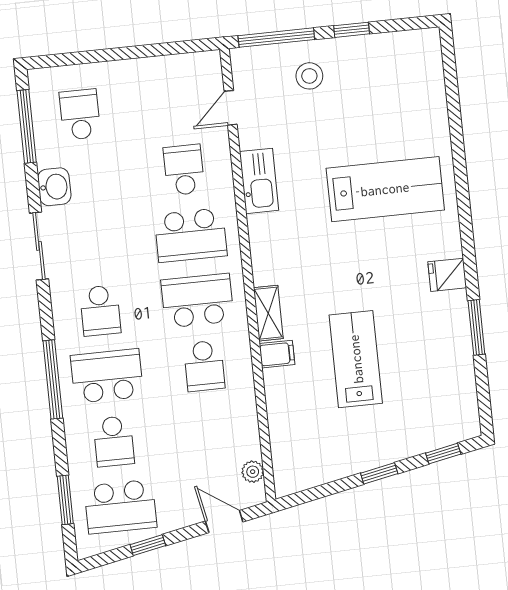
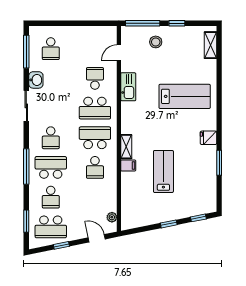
shelving: (431, 71) -> (210, 45), added
school desk: (80, 115) -> (51, 49), turned 180

